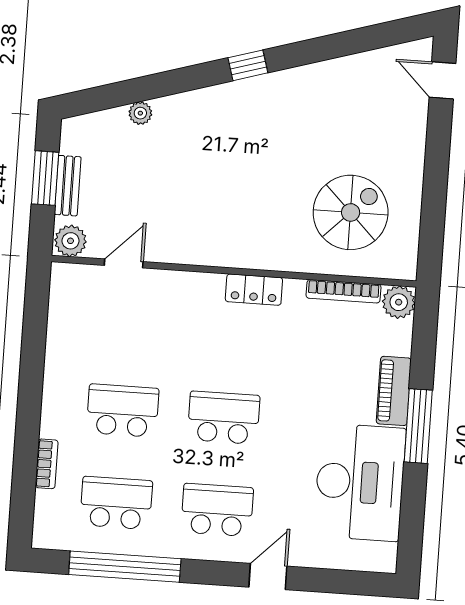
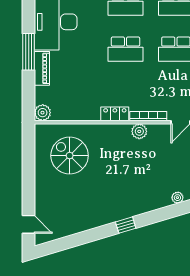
spiral stairs: (351, 212) -> (70, 156), turned 90
plant: (207, 251) -> (139, 131), added
bookcase: (344, 291) -> (148, 116), moved

